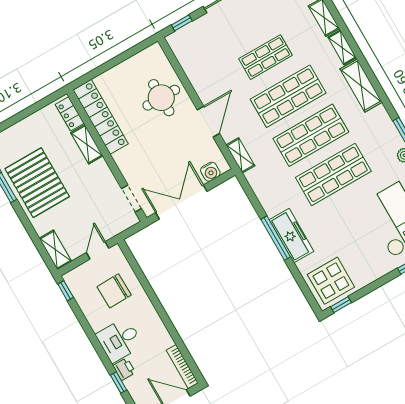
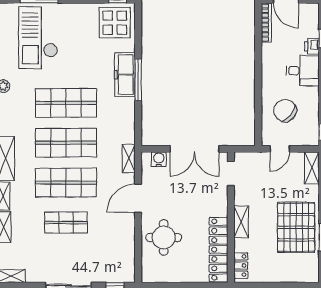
shelving: (87, 144) -> (241, 222), moved
chair: (114, 291) -> (285, 111), turned -140

